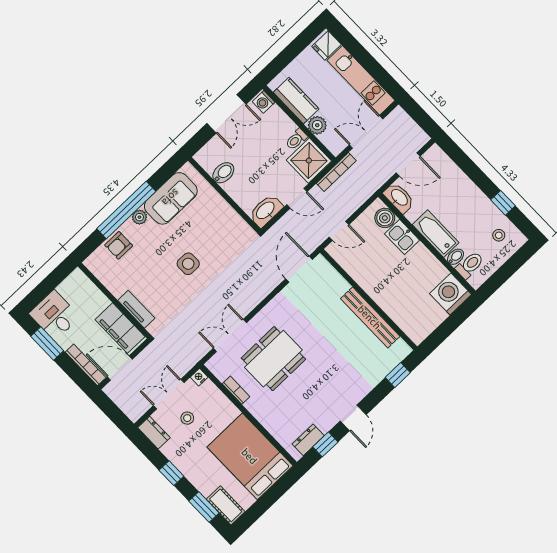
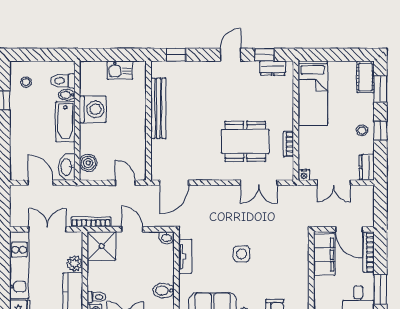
double door: (366, 132) -> (47, 229), swing flipped
toilet: (296, 139) -> (96, 297), moved
washbasin: (266, 211) -> (167, 238), width x0.52, depth x0.69
kitchen sink: (402, 237) -> (120, 70), moved, turned 90
washing machine: (450, 294) -> (93, 109), moved, turned -90
tv unit: (136, 309) -> (185, 256), moved, turned 180
stool: (187, 418) -> (362, 130), moved
bed: (250, 456) -> (313, 93), width x0.67

